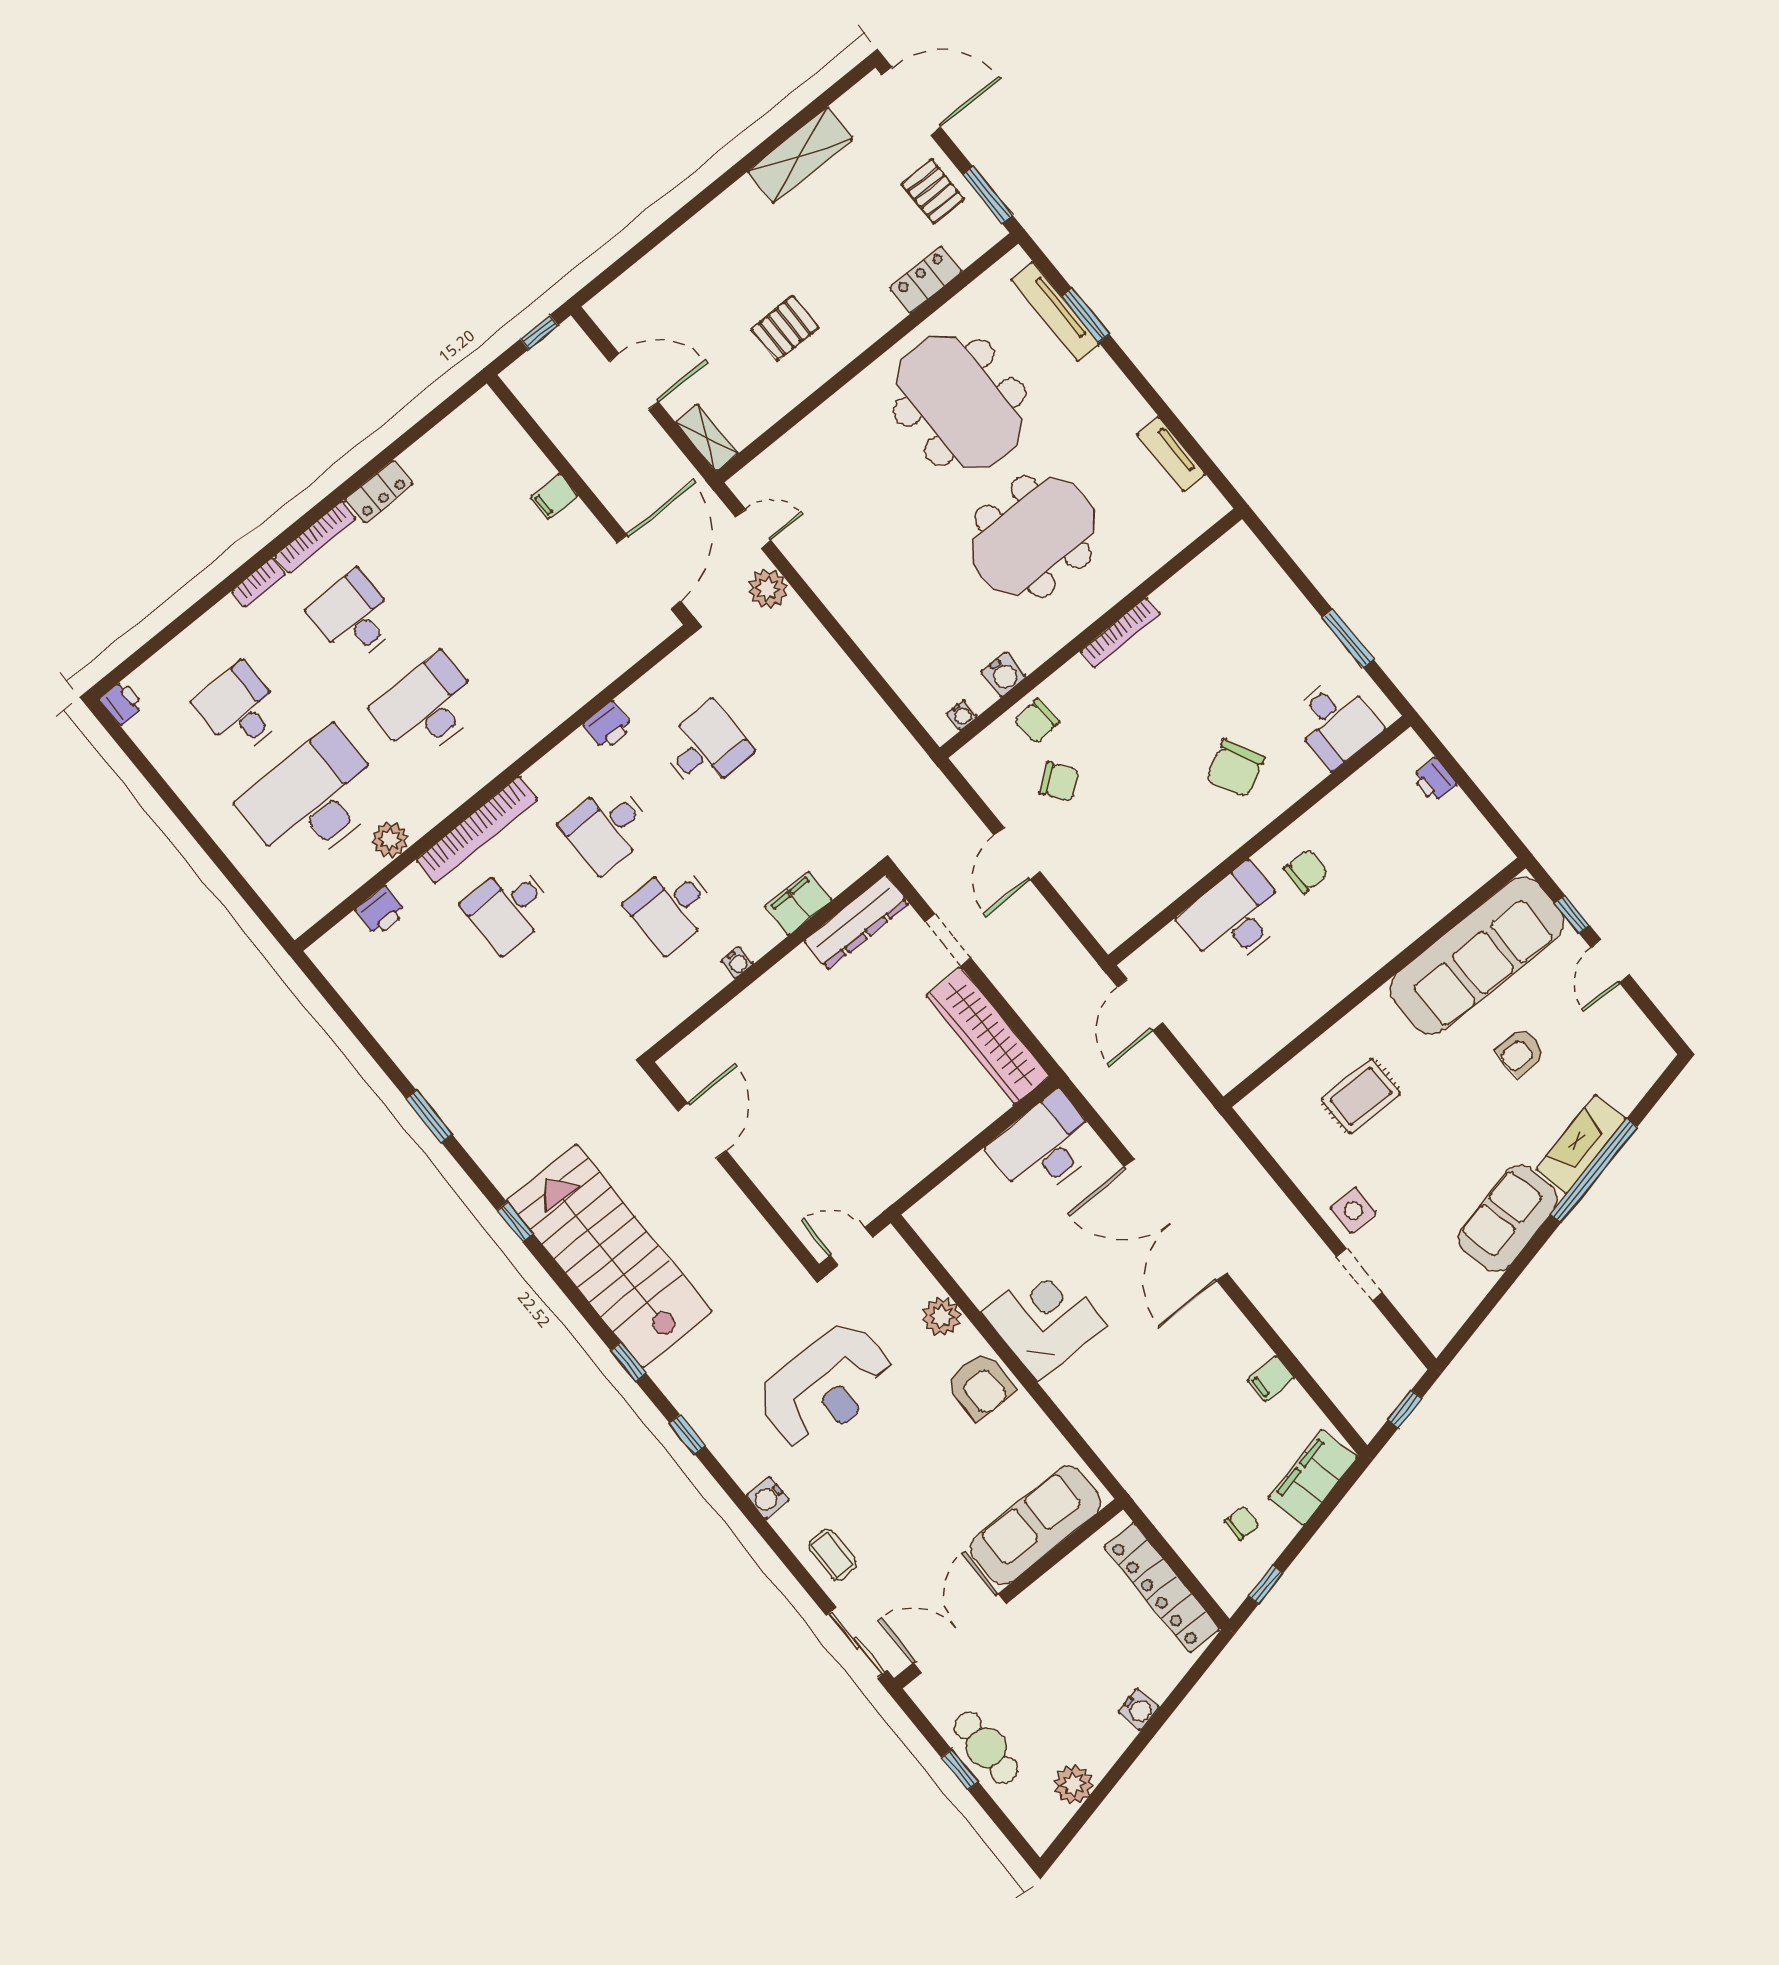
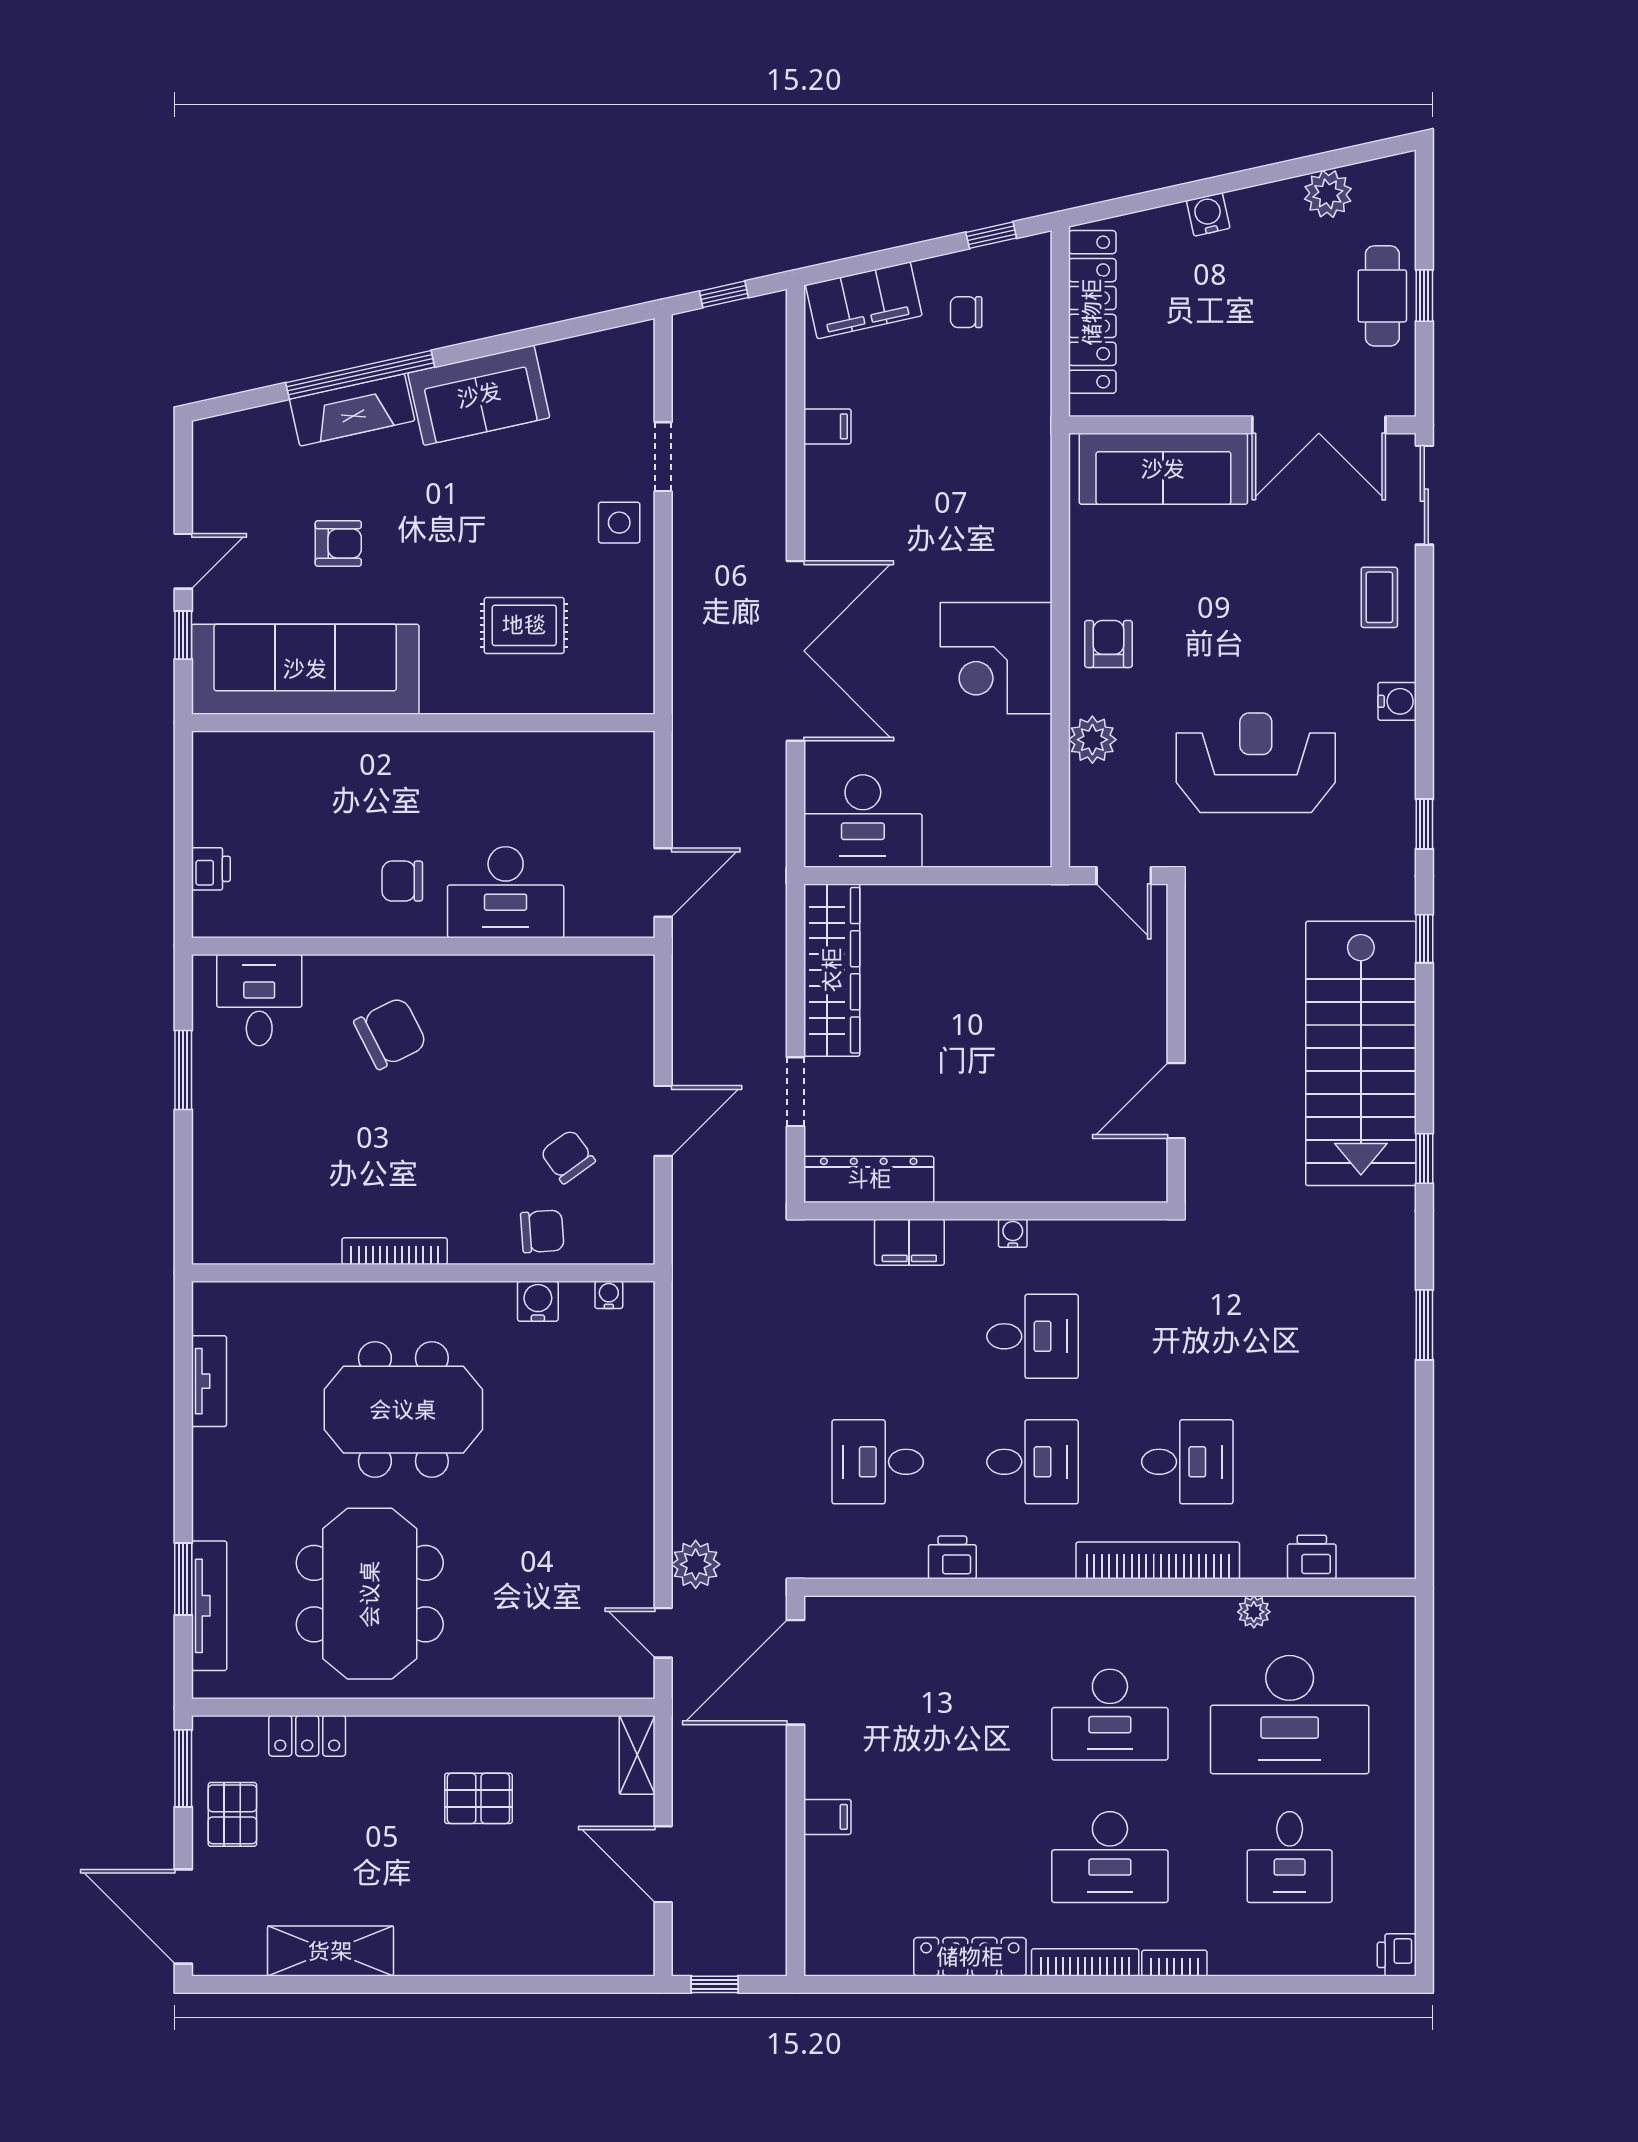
locker: (379, 492) -> (970, 1957), width x1.53
desk: (354, 617) -> (1110, 1857), width x1.37
plant: (390, 839) -> (1254, 1612), width x0.73, depth x0.73
armchair: (980, 1386) -> (1108, 644), width x0.72, depth x0.72

